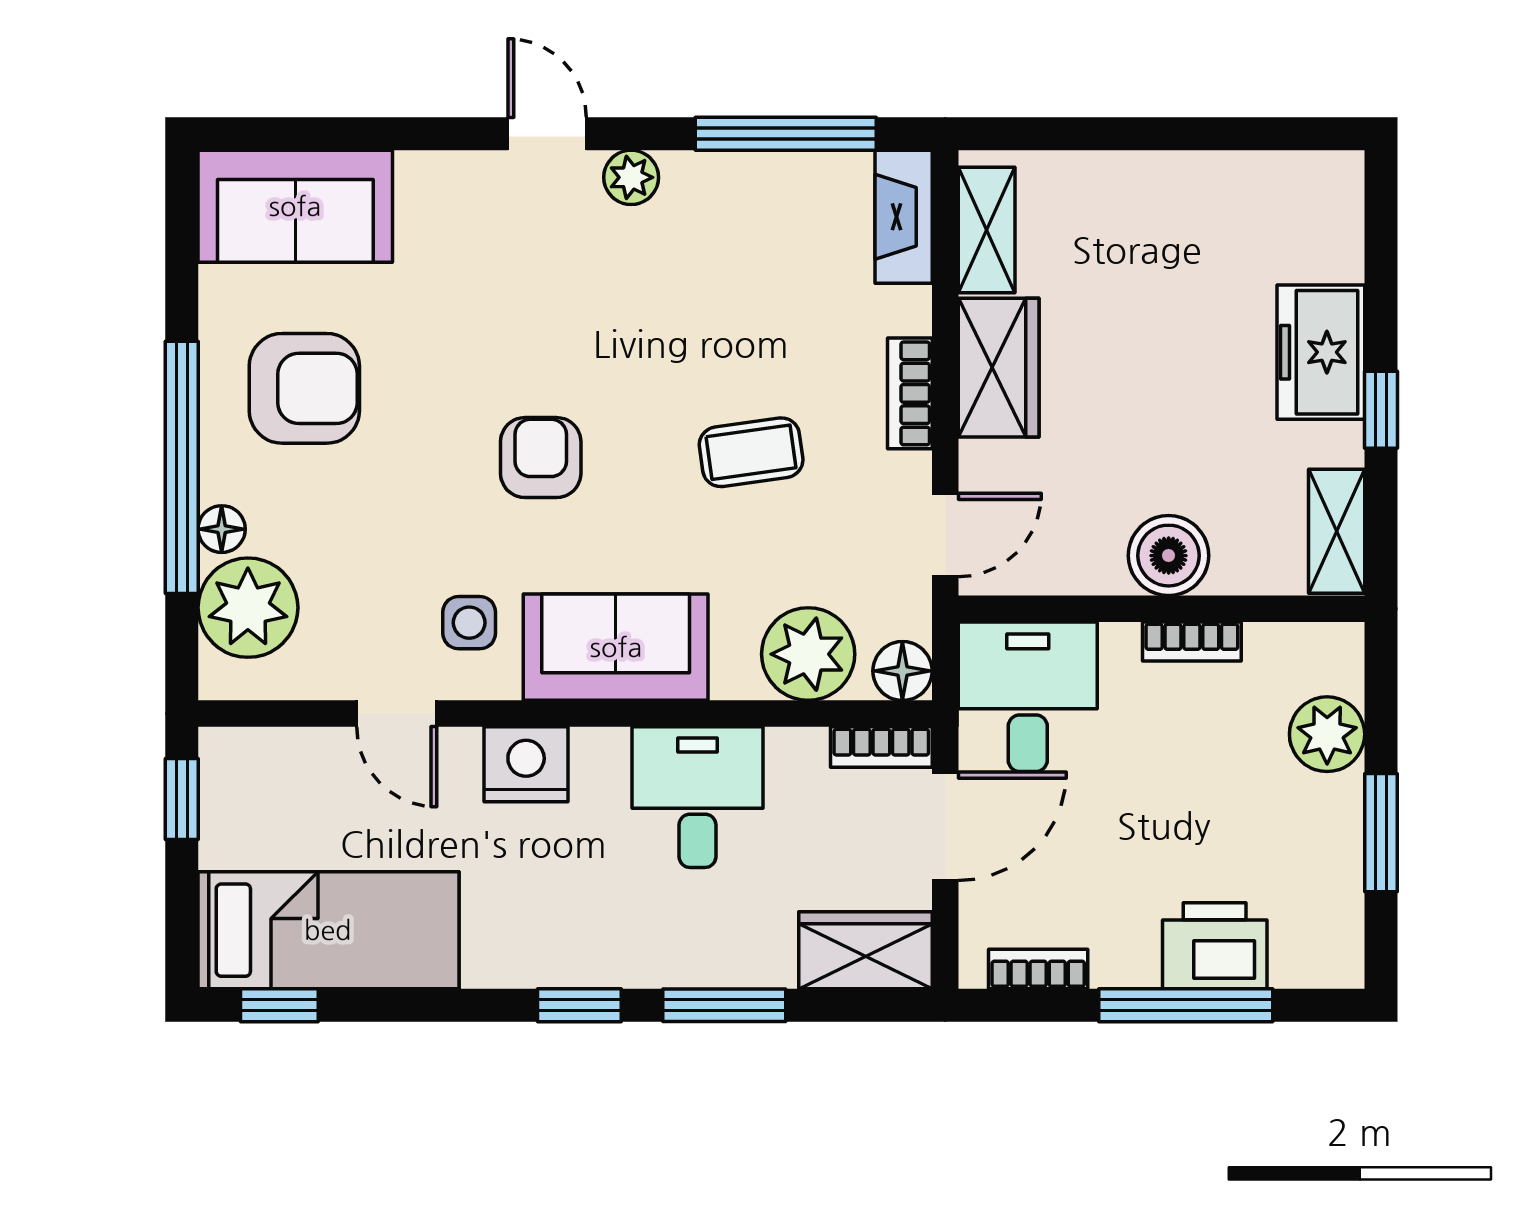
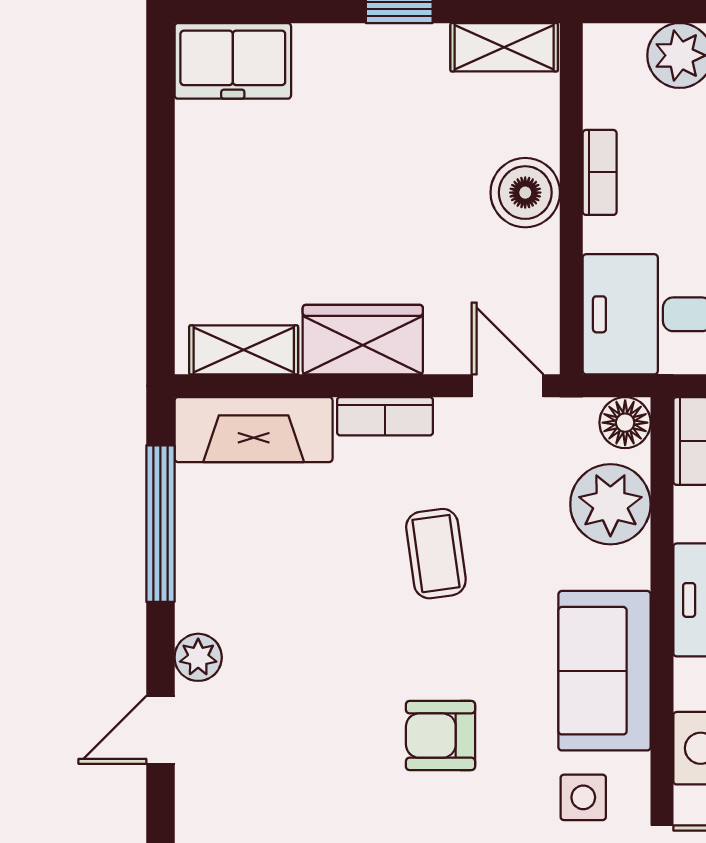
fireplace: (904, 217) -> (254, 430), width x1.37, depth x1.32
freezer: (1321, 352) -> (233, 61), moved

